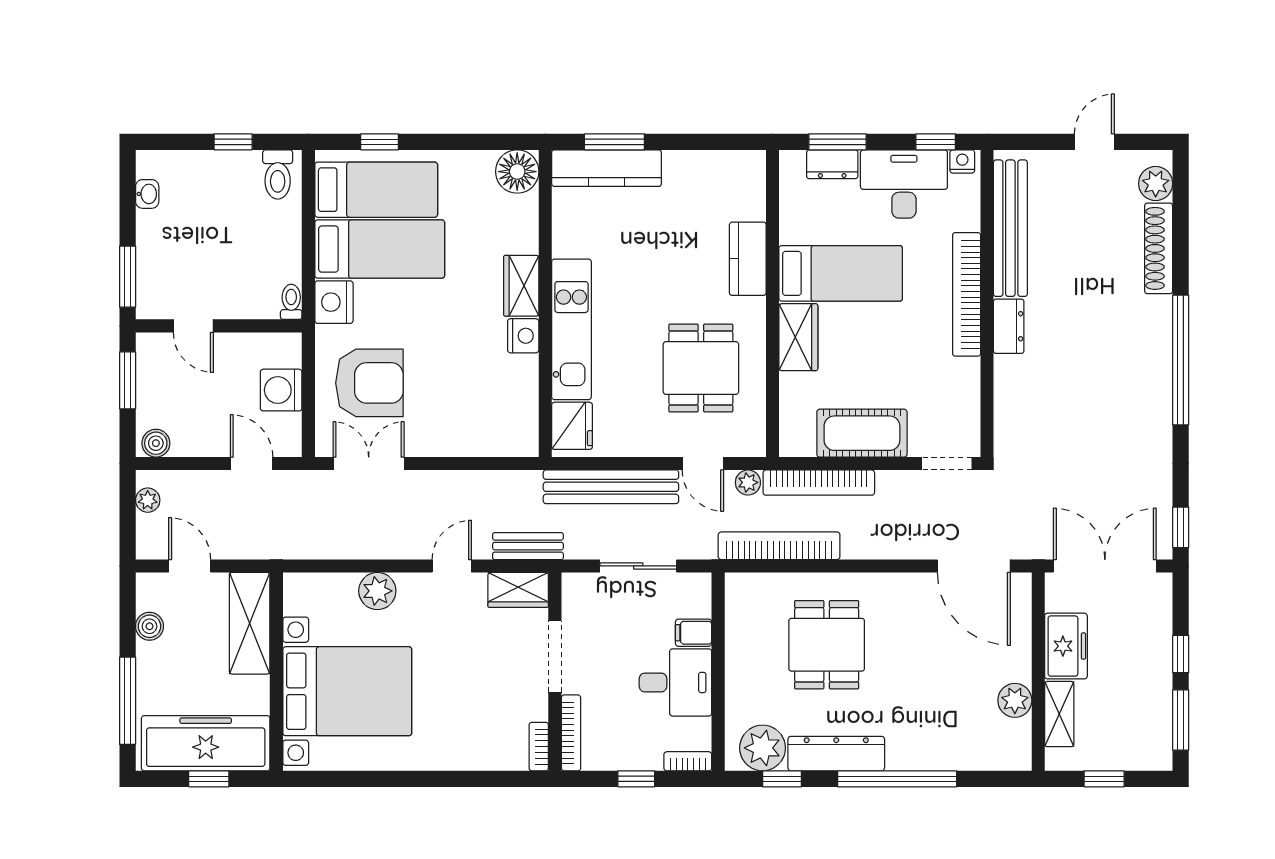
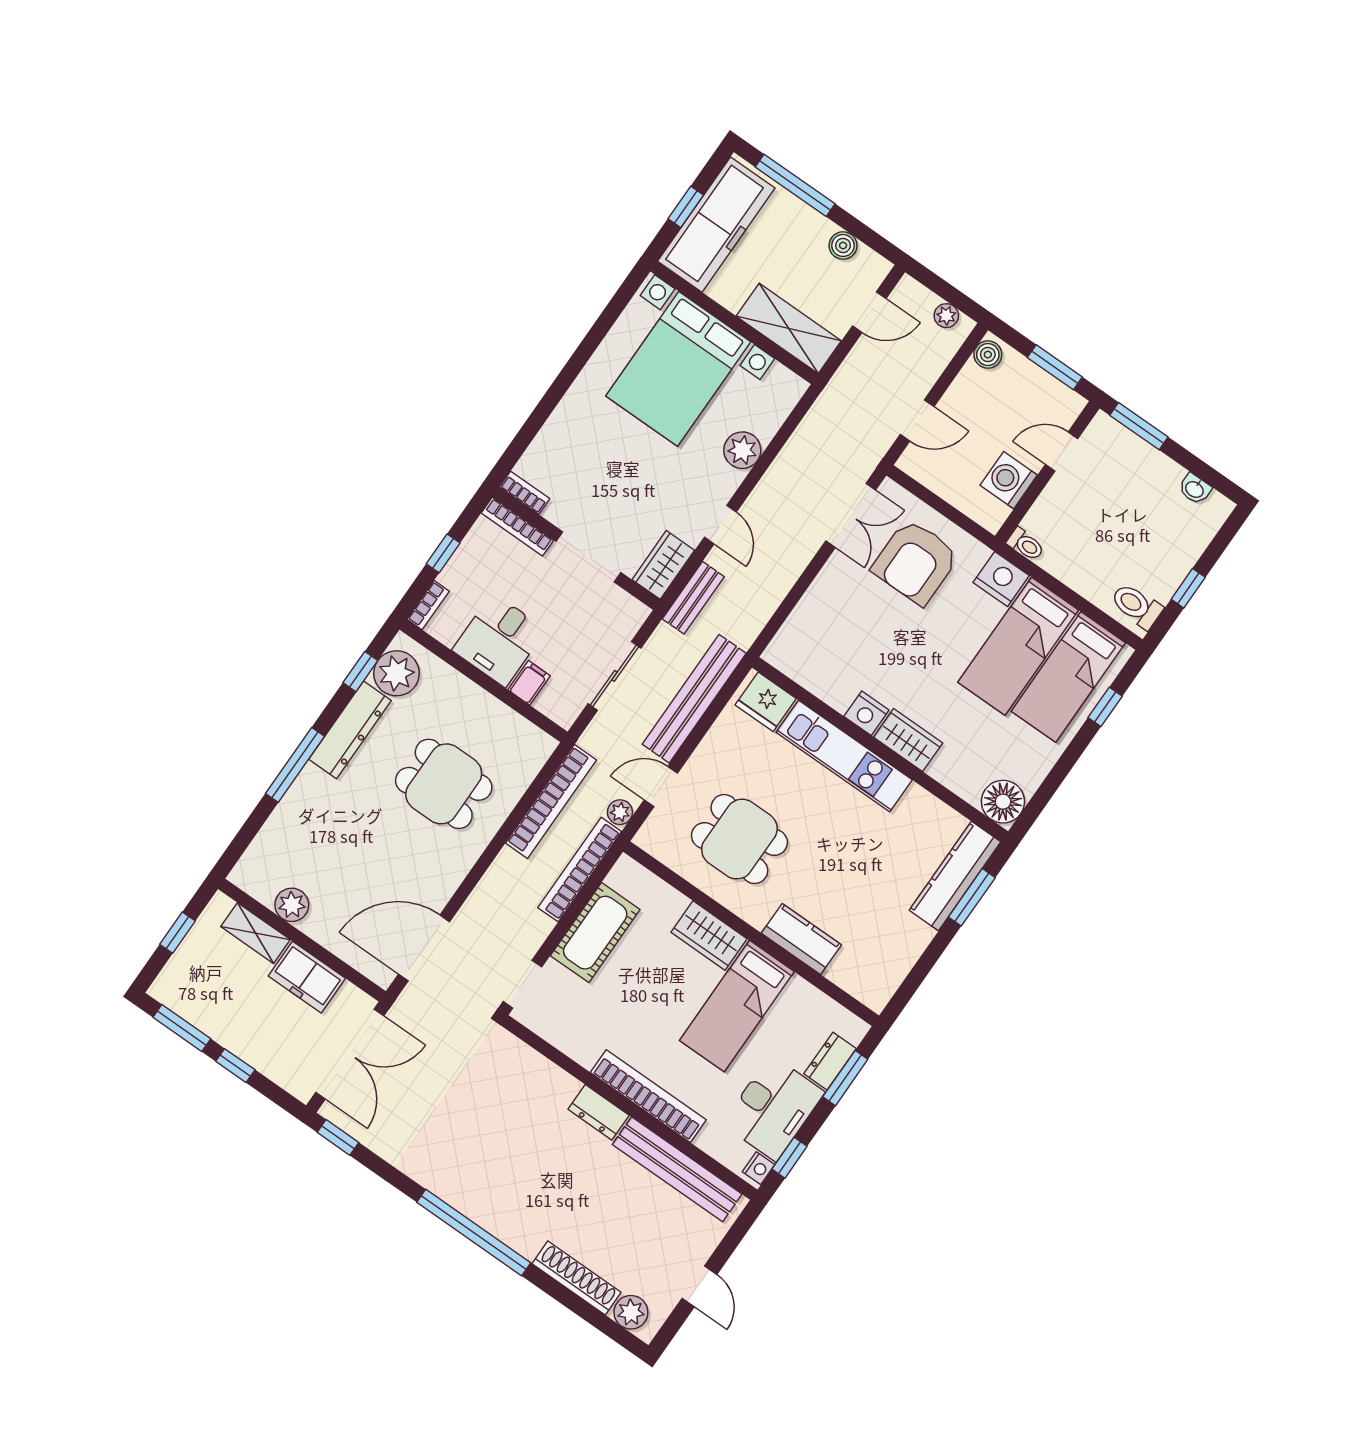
washing machine: (281, 390) -> (1009, 480), moved, turned -90
window: (897, 779) -> (295, 765), width x0.68

